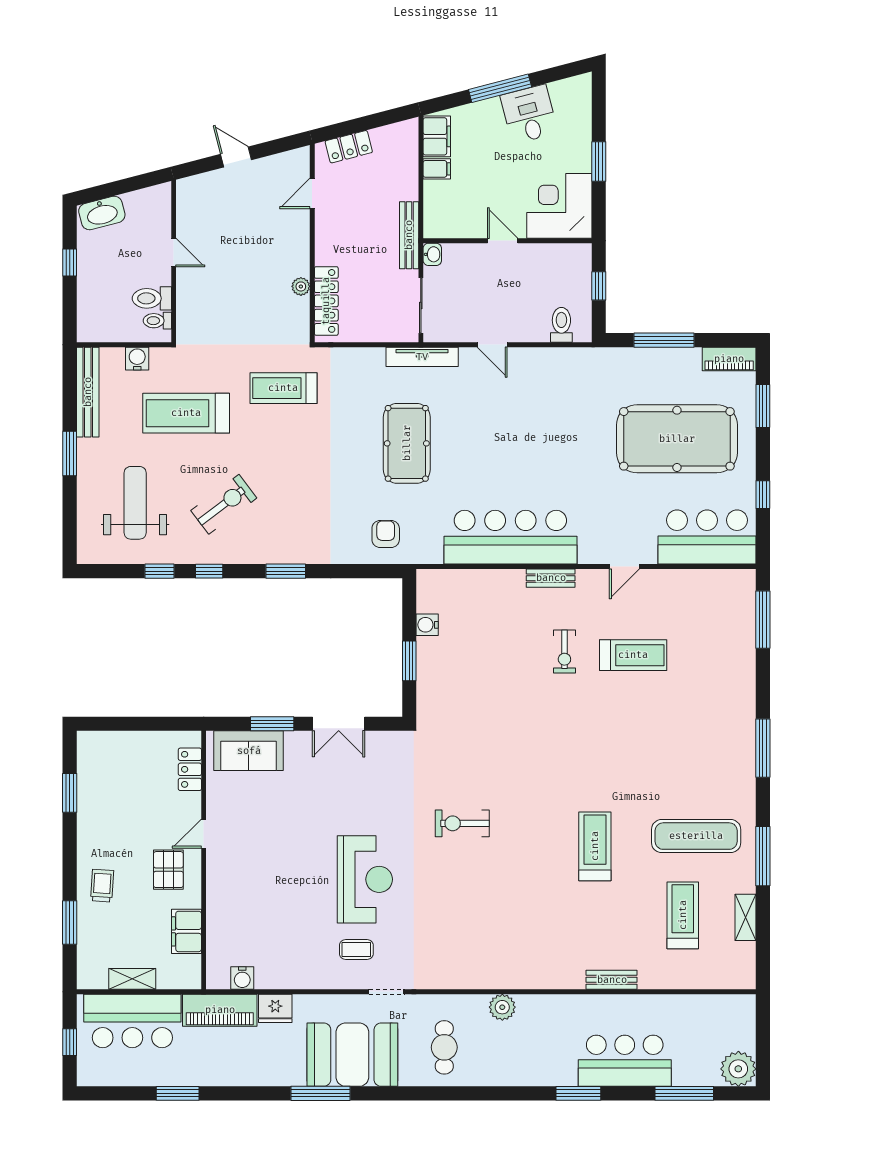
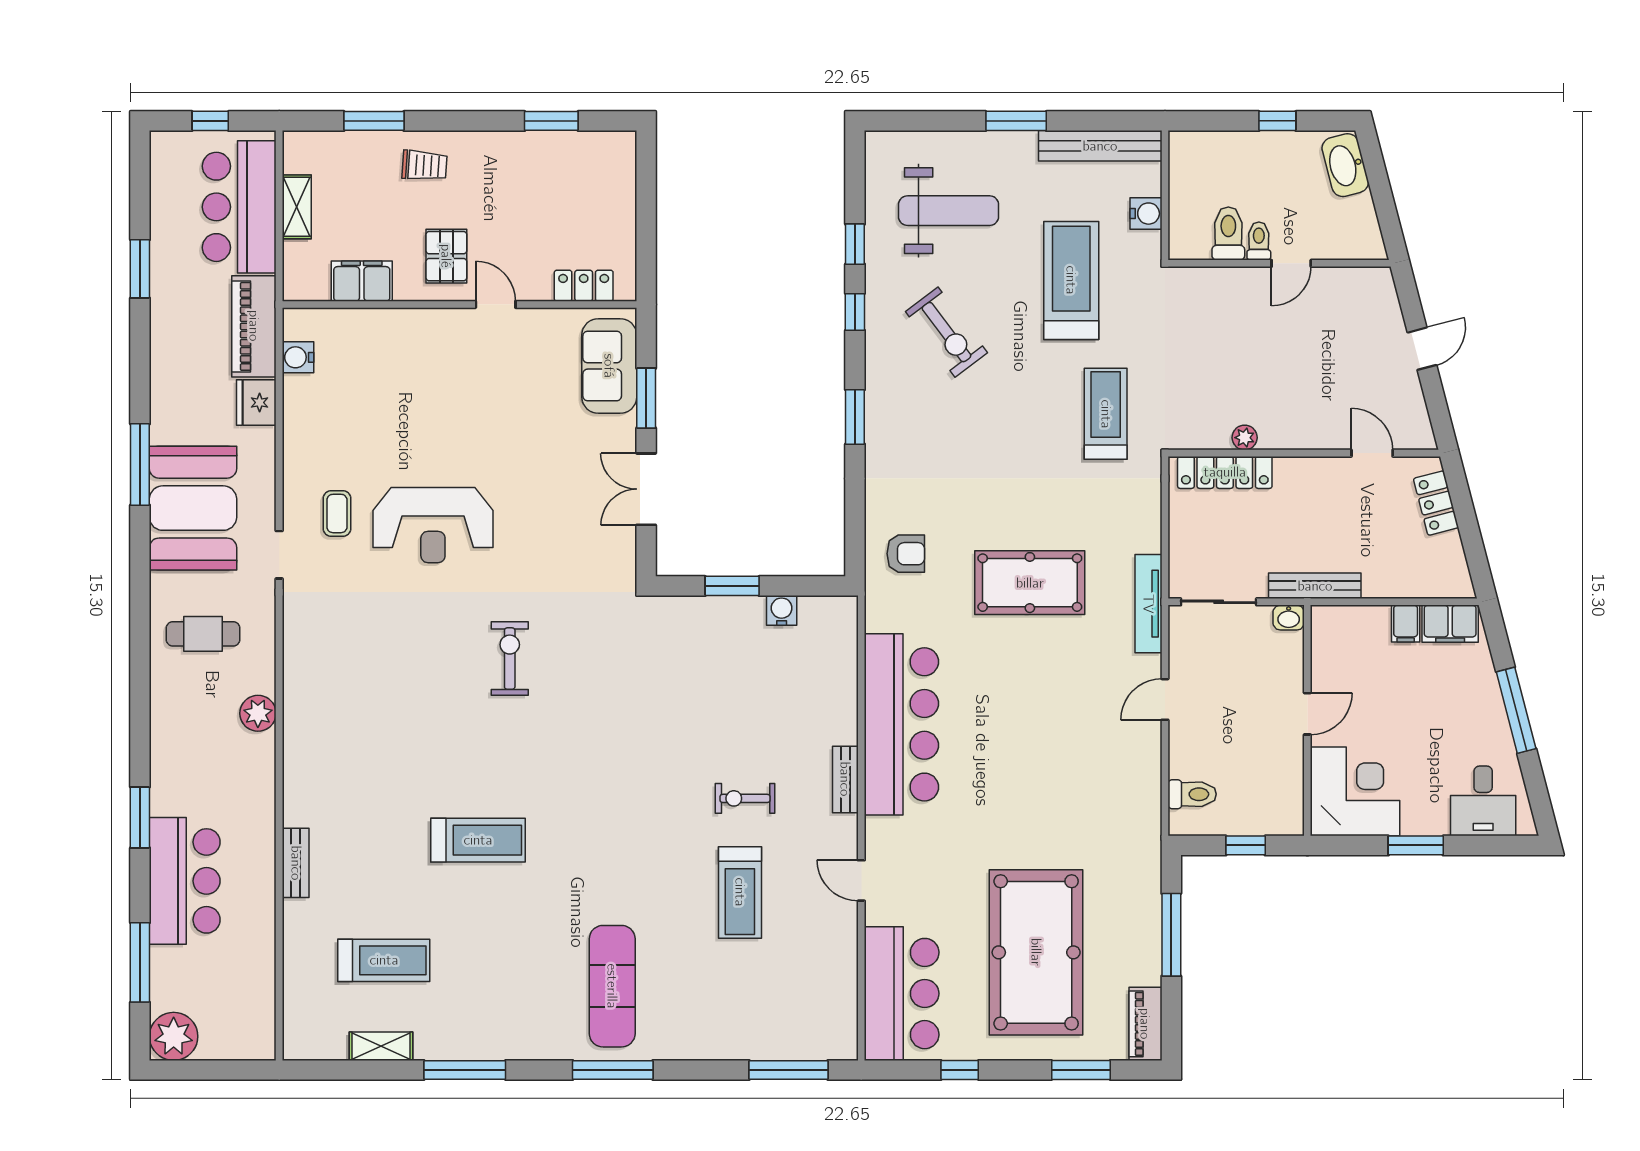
desk: (529, 114) -> (1483, 801), moved, turned 105
toilet: (157, 321) -> (1259, 241), moved
exercise mat: (696, 836) -> (612, 986), moved
pallet: (168, 870) -> (446, 256), turned 90

